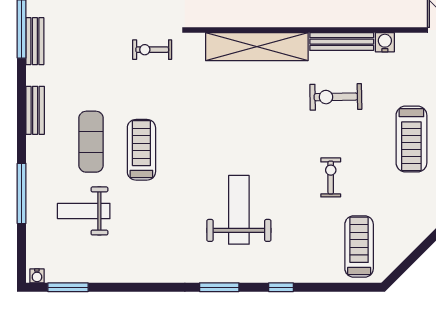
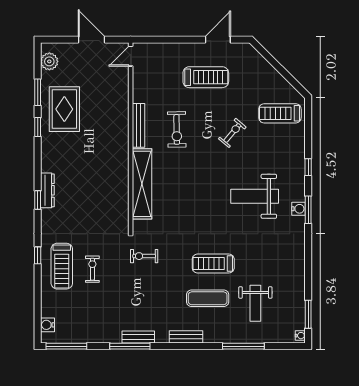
water cooler: (385, 42) -> (298, 209), moved, turned 180
exercise bike: (152, 50) -> (144, 256), turned 90
exercise bike: (331, 177) -> (232, 133), turned 130

